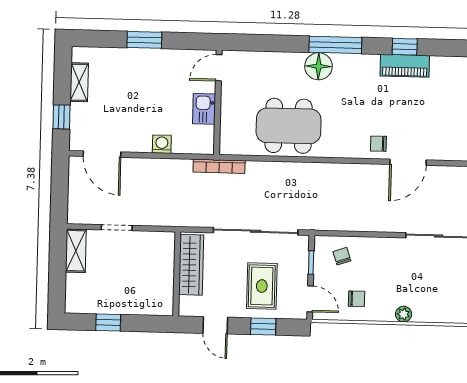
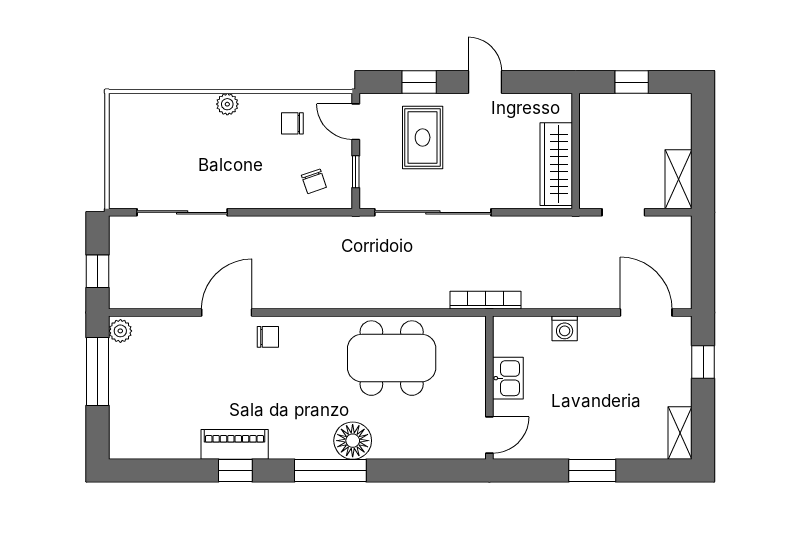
shelving: (79, 82) -> (680, 433), moved
wardrobe: (191, 265) -> (556, 164), moved
wall: (177, 274) -> (576, 151), moved

